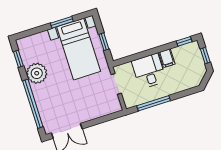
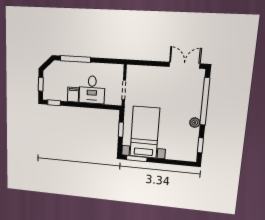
window: (62, 22) -> (137, 159), moved
plant: (37, 73) -> (195, 123), width x0.53, depth x0.53
window: (154, 103) -> (75, 59), moved

